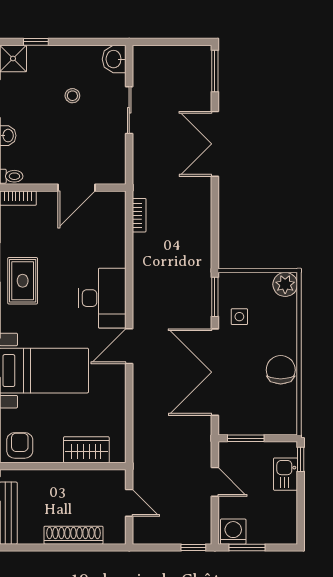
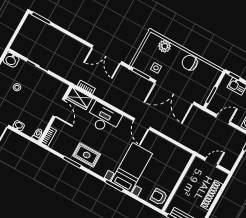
double door: (215, 144) -> (107, 55), moved
plant: (285, 284) -> (165, 46), moved
desk: (102, 298) -> (104, 118), moved
wardrobe: (86, 450) -> (79, 98), moved, turned -90

